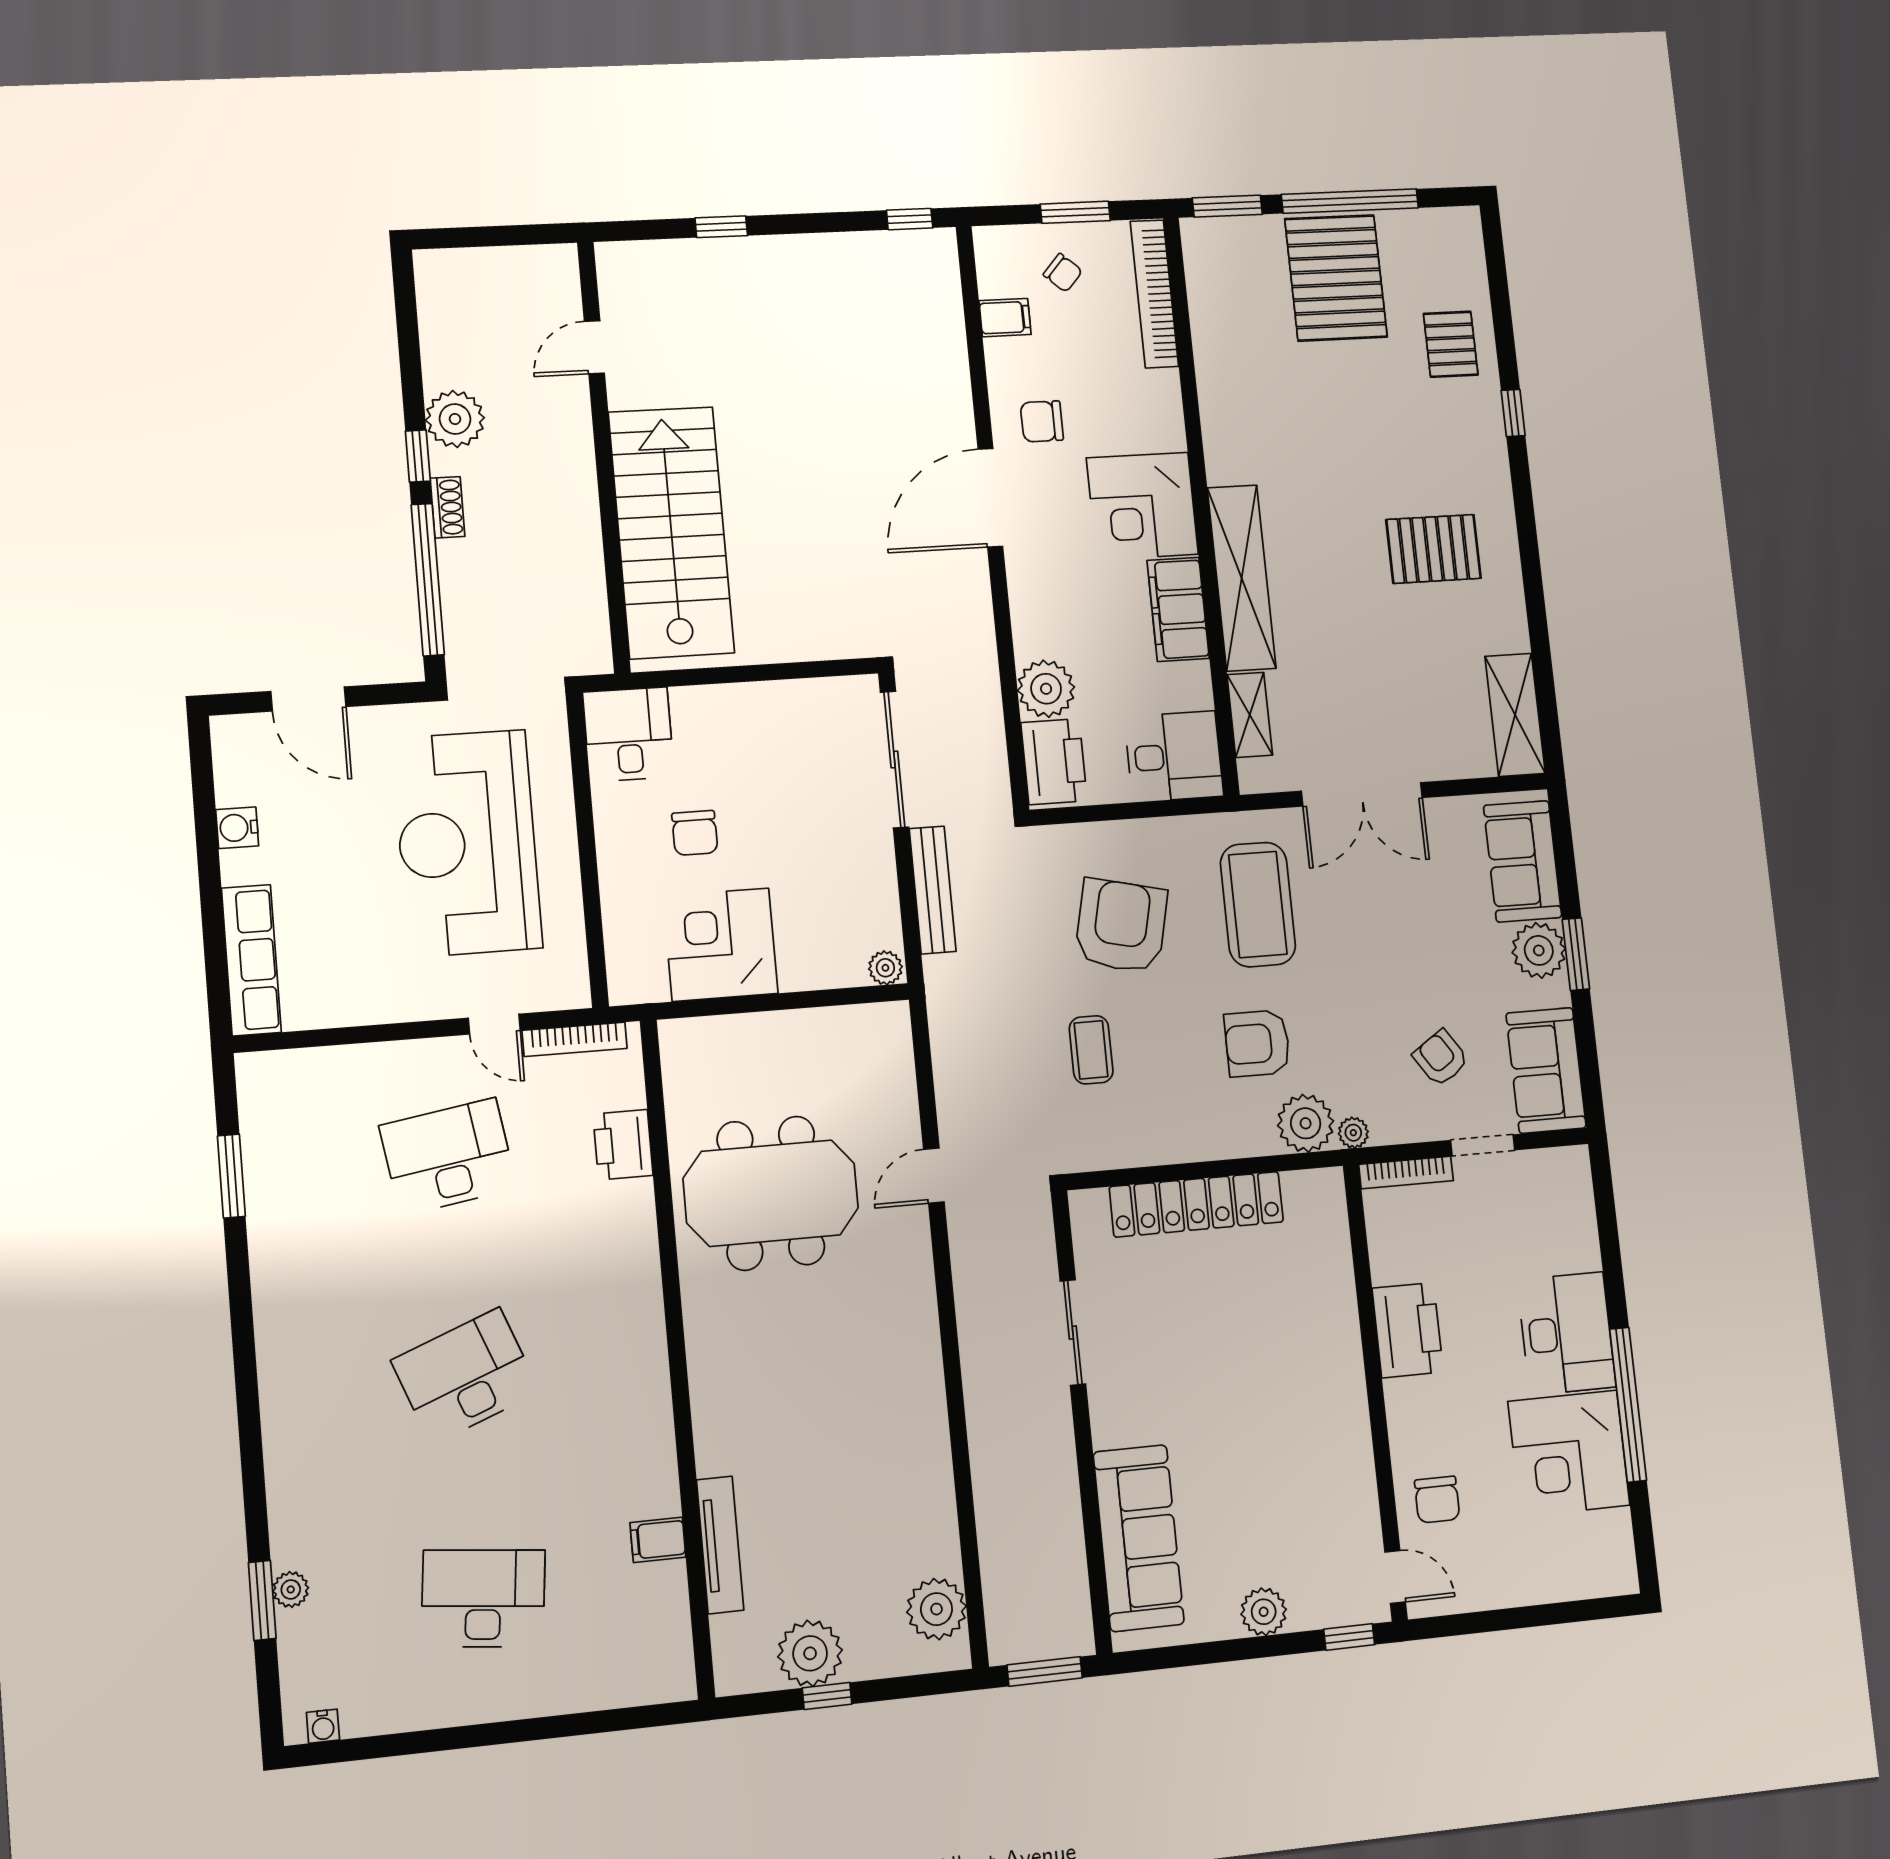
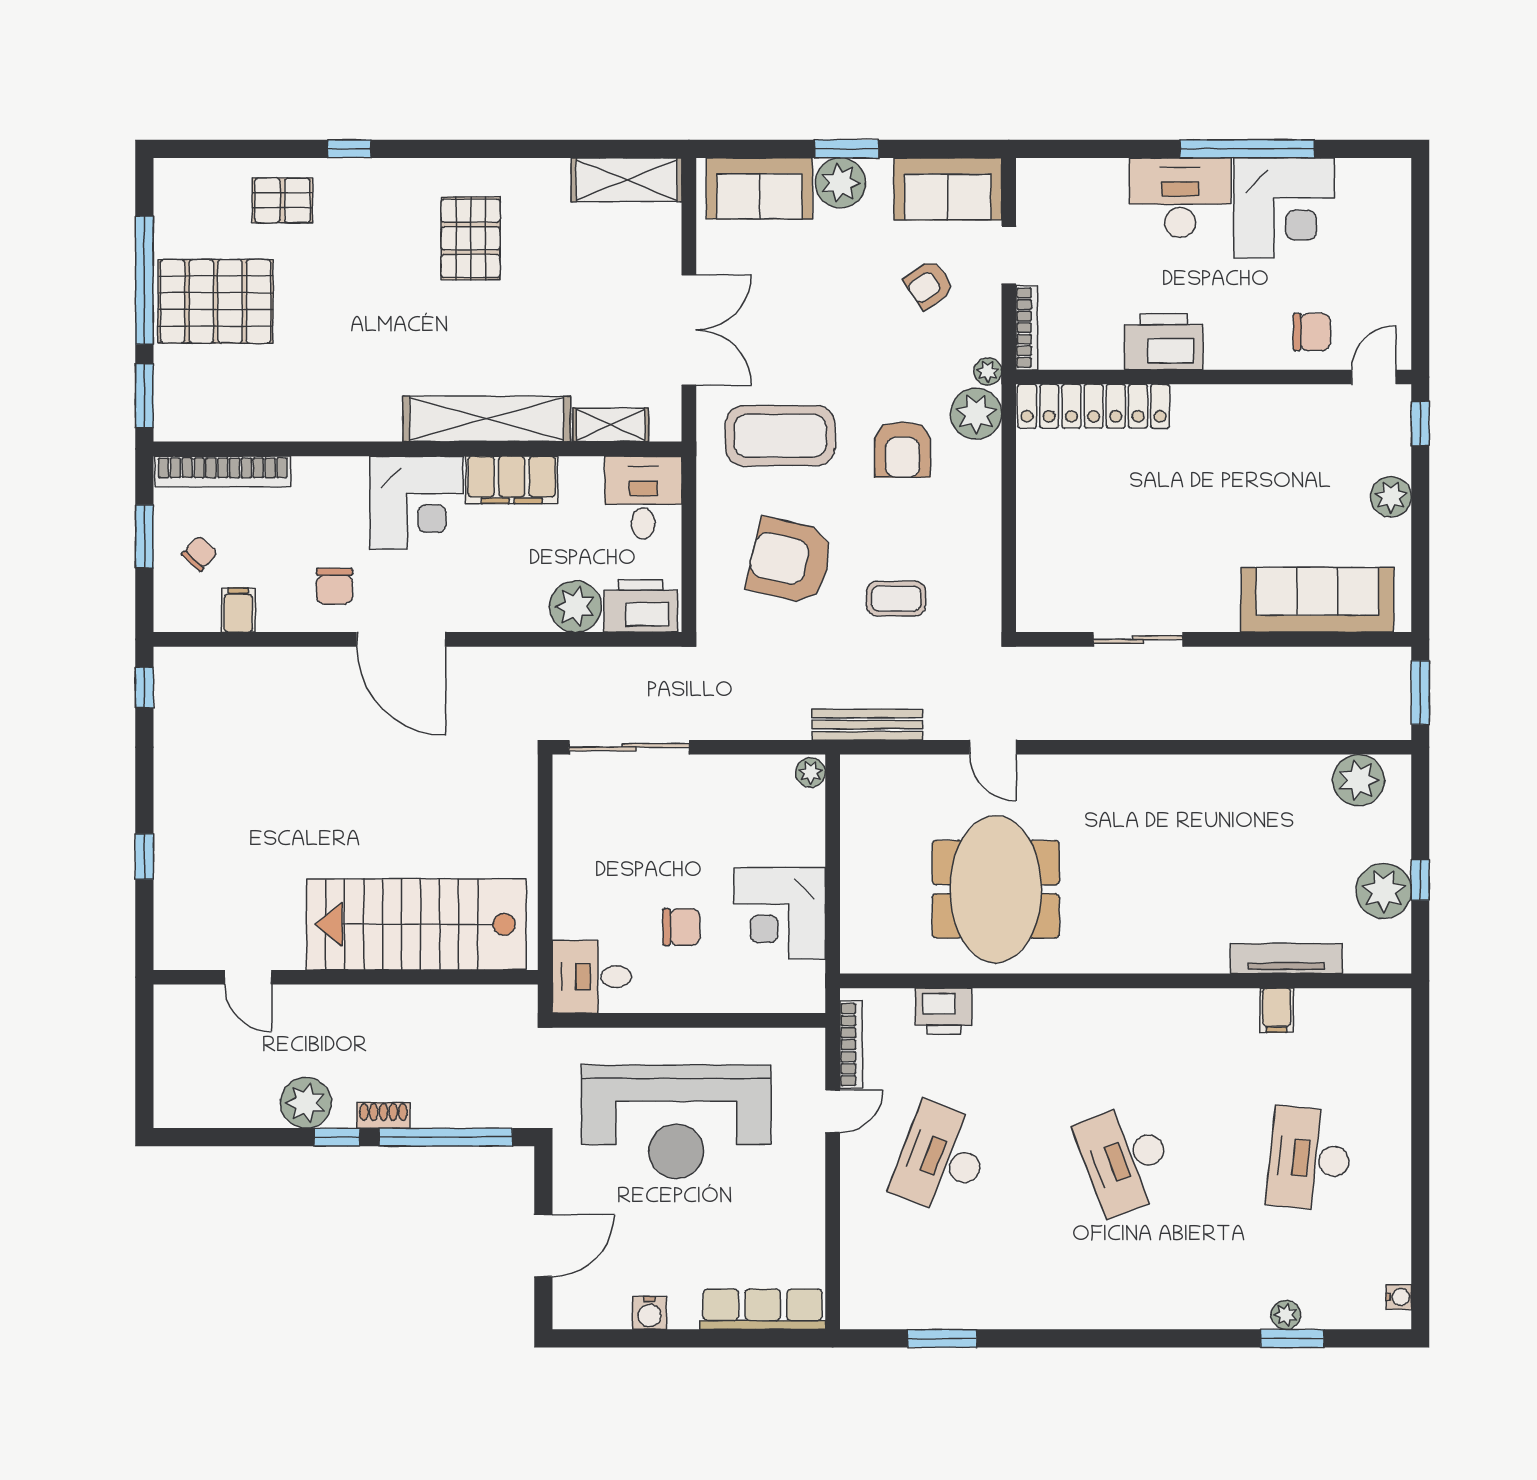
bench: (933, 890) -> (867, 725), moved
desk: (448, 1157) -> (942, 1159), turned 30
locker: (1196, 1204) -> (1094, 406), moved, turned 90

